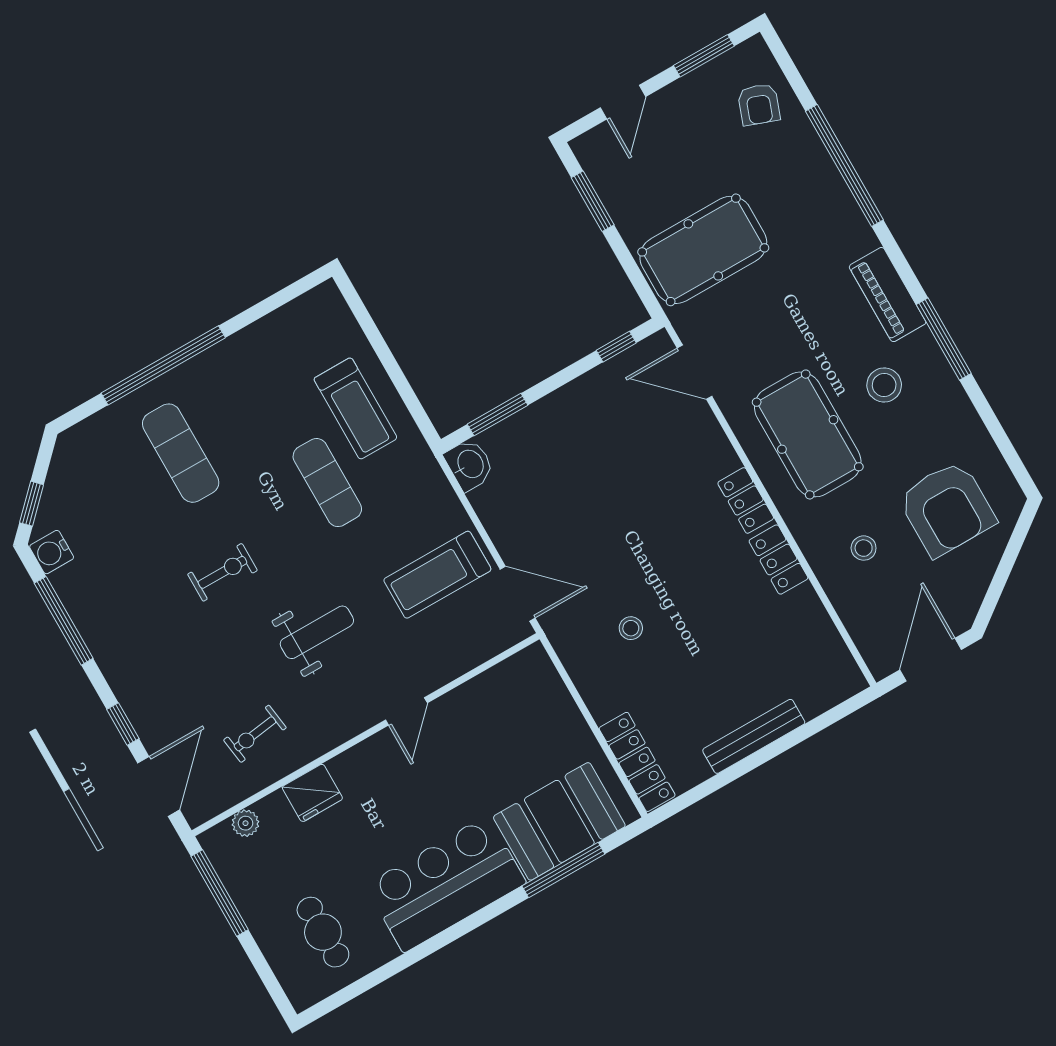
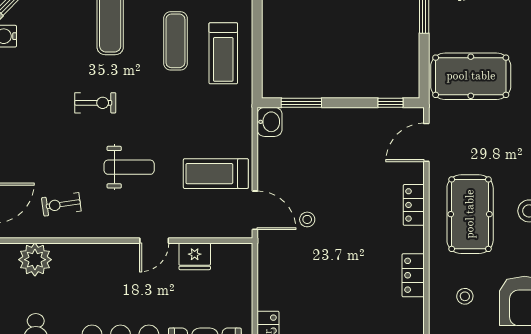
door: (694, 372) -> (426, 142), hinge flipped
exercise mat: (327, 483) -> (175, 41), moved
locker: (746, 500) -> (414, 205), moved
stool: (631, 628) -> (307, 219), moved
fridge: (312, 793) -> (195, 256), moved
plant: (245, 823) -> (35, 260), width x1.88, depth x1.88

